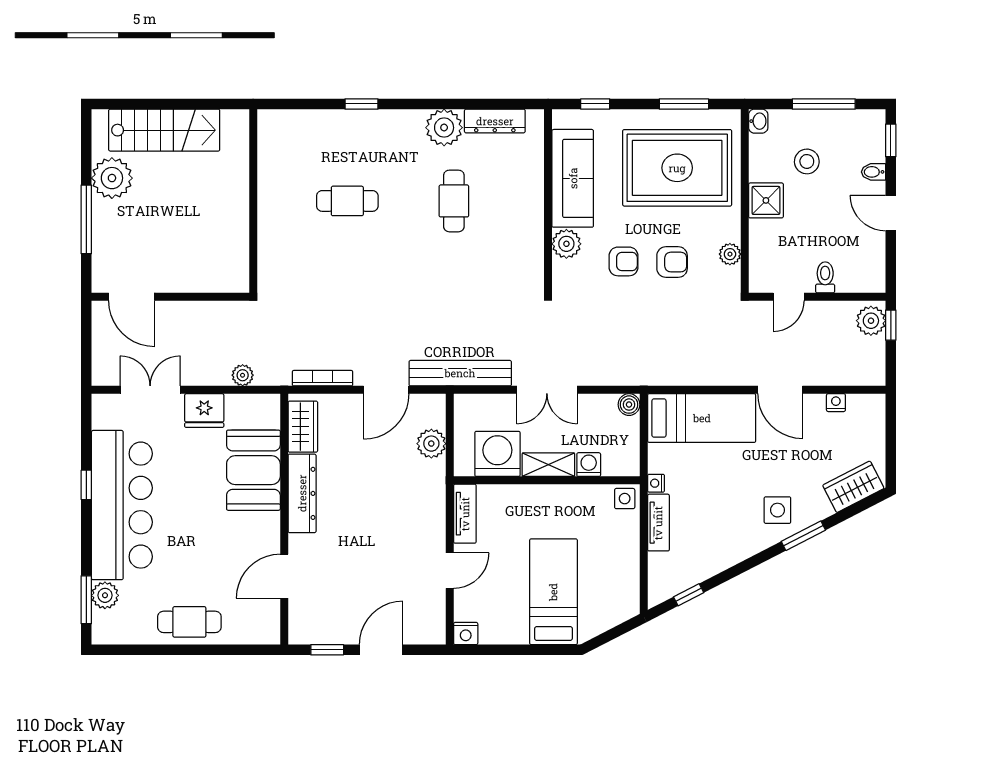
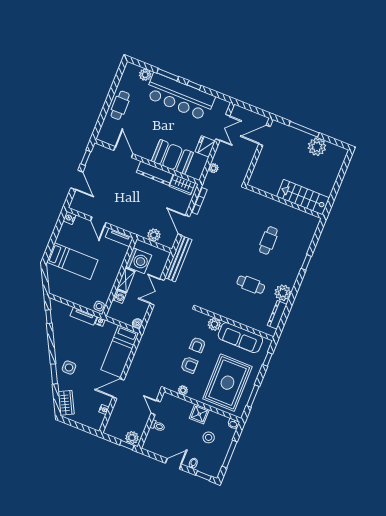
stairs: (164, 130) -> (303, 197), moved, turned 90
armchair: (672, 262) -> (189, 365), turned -90
window: (86, 600) -> (168, 75), moved

